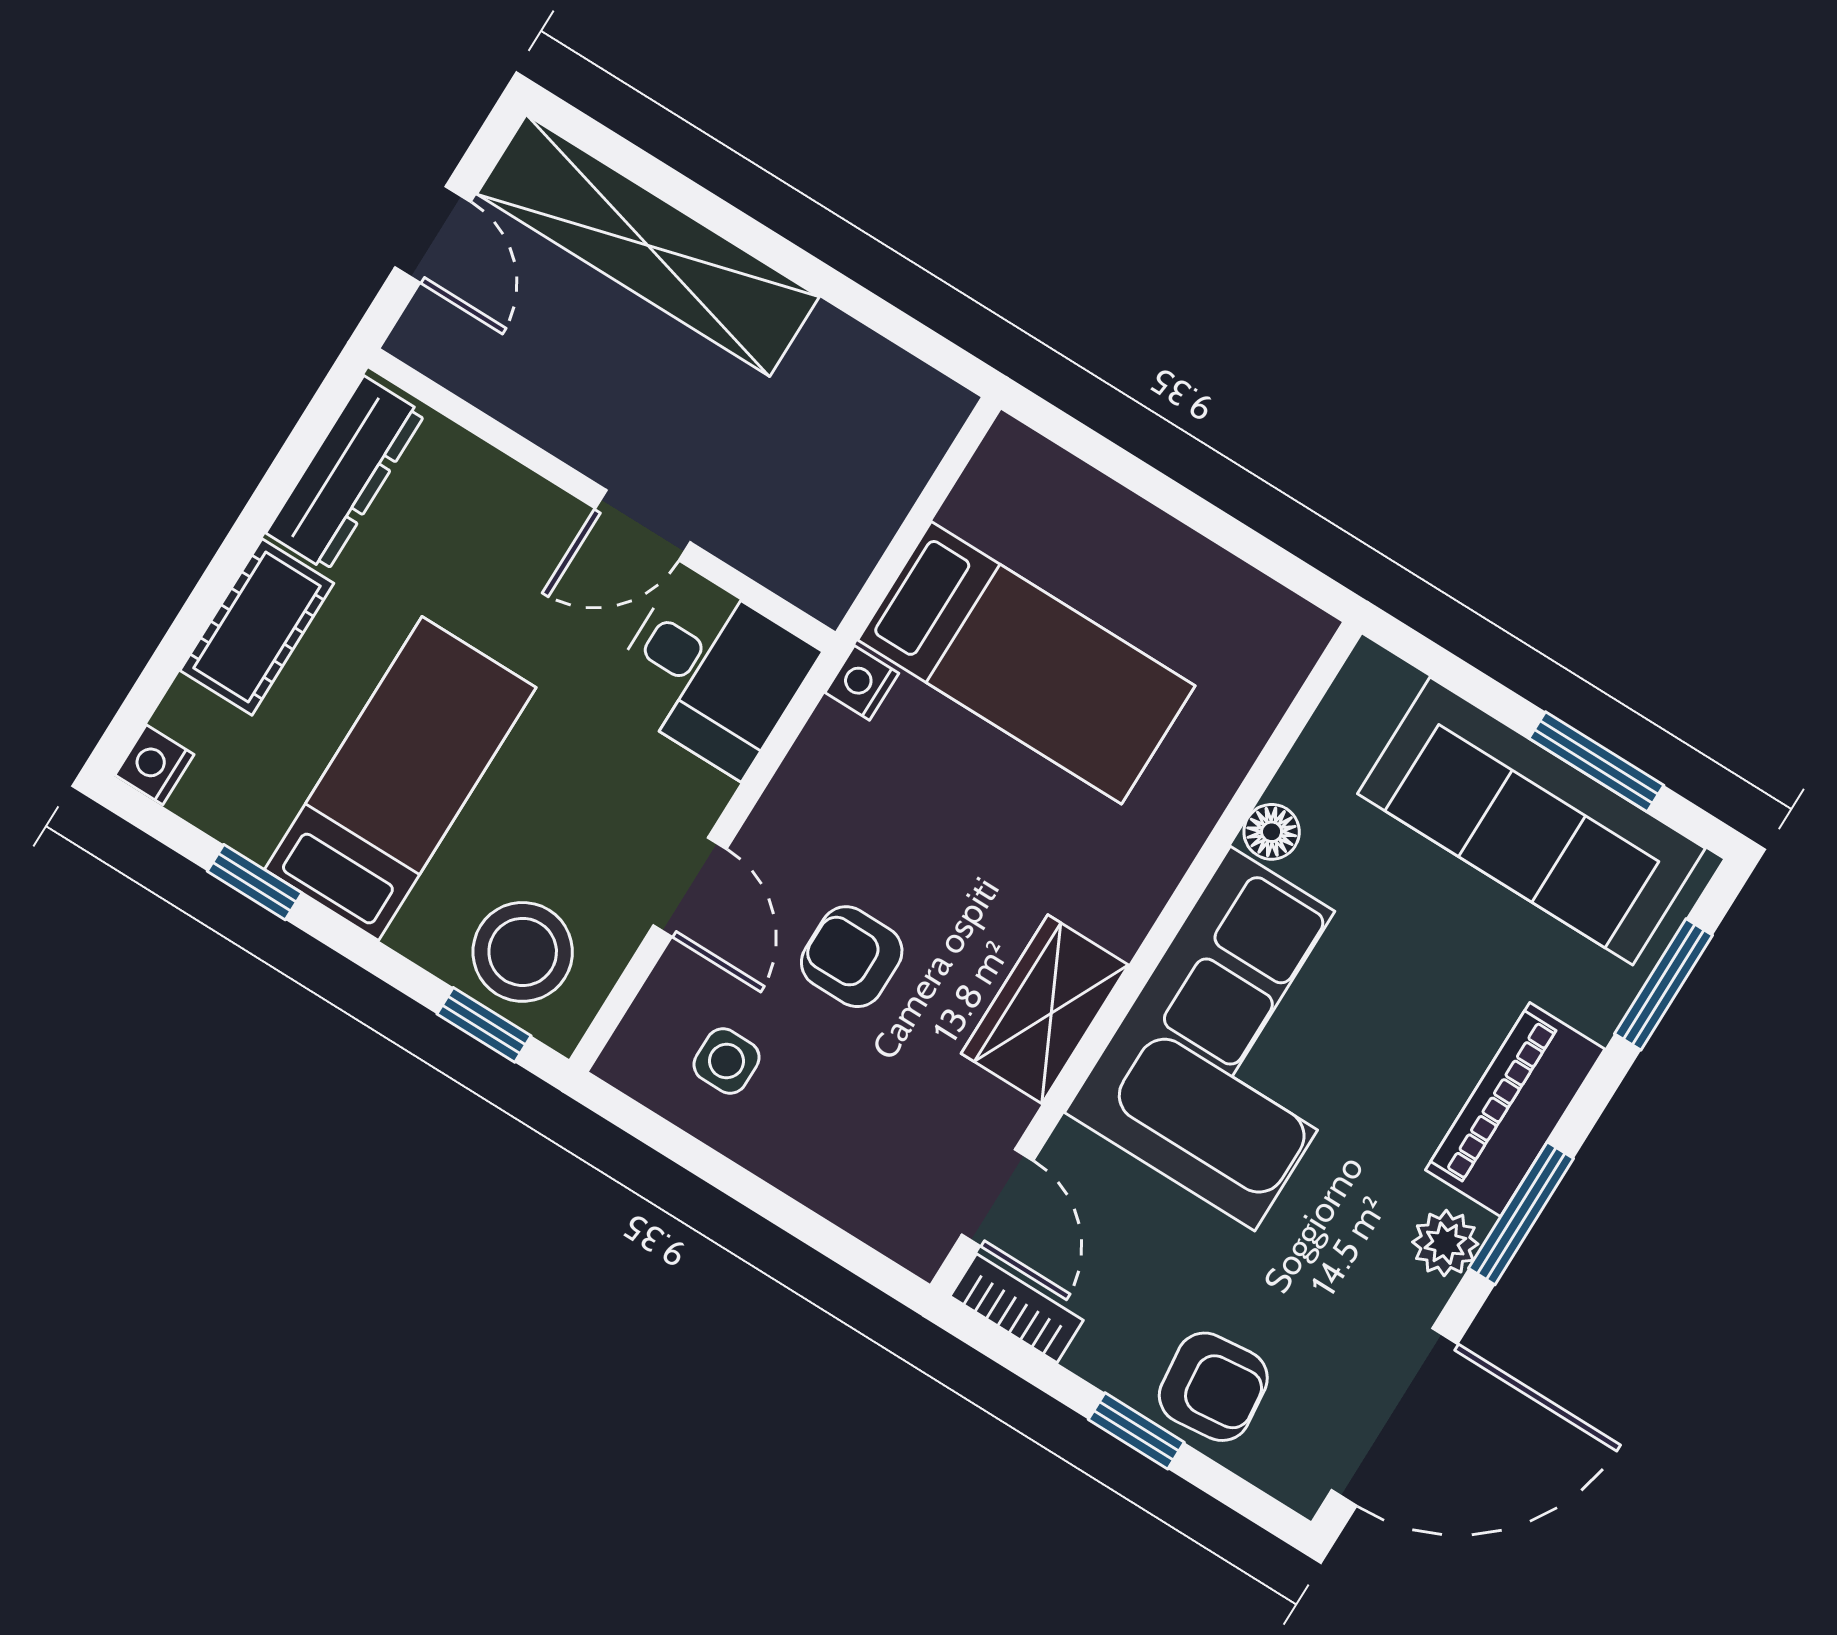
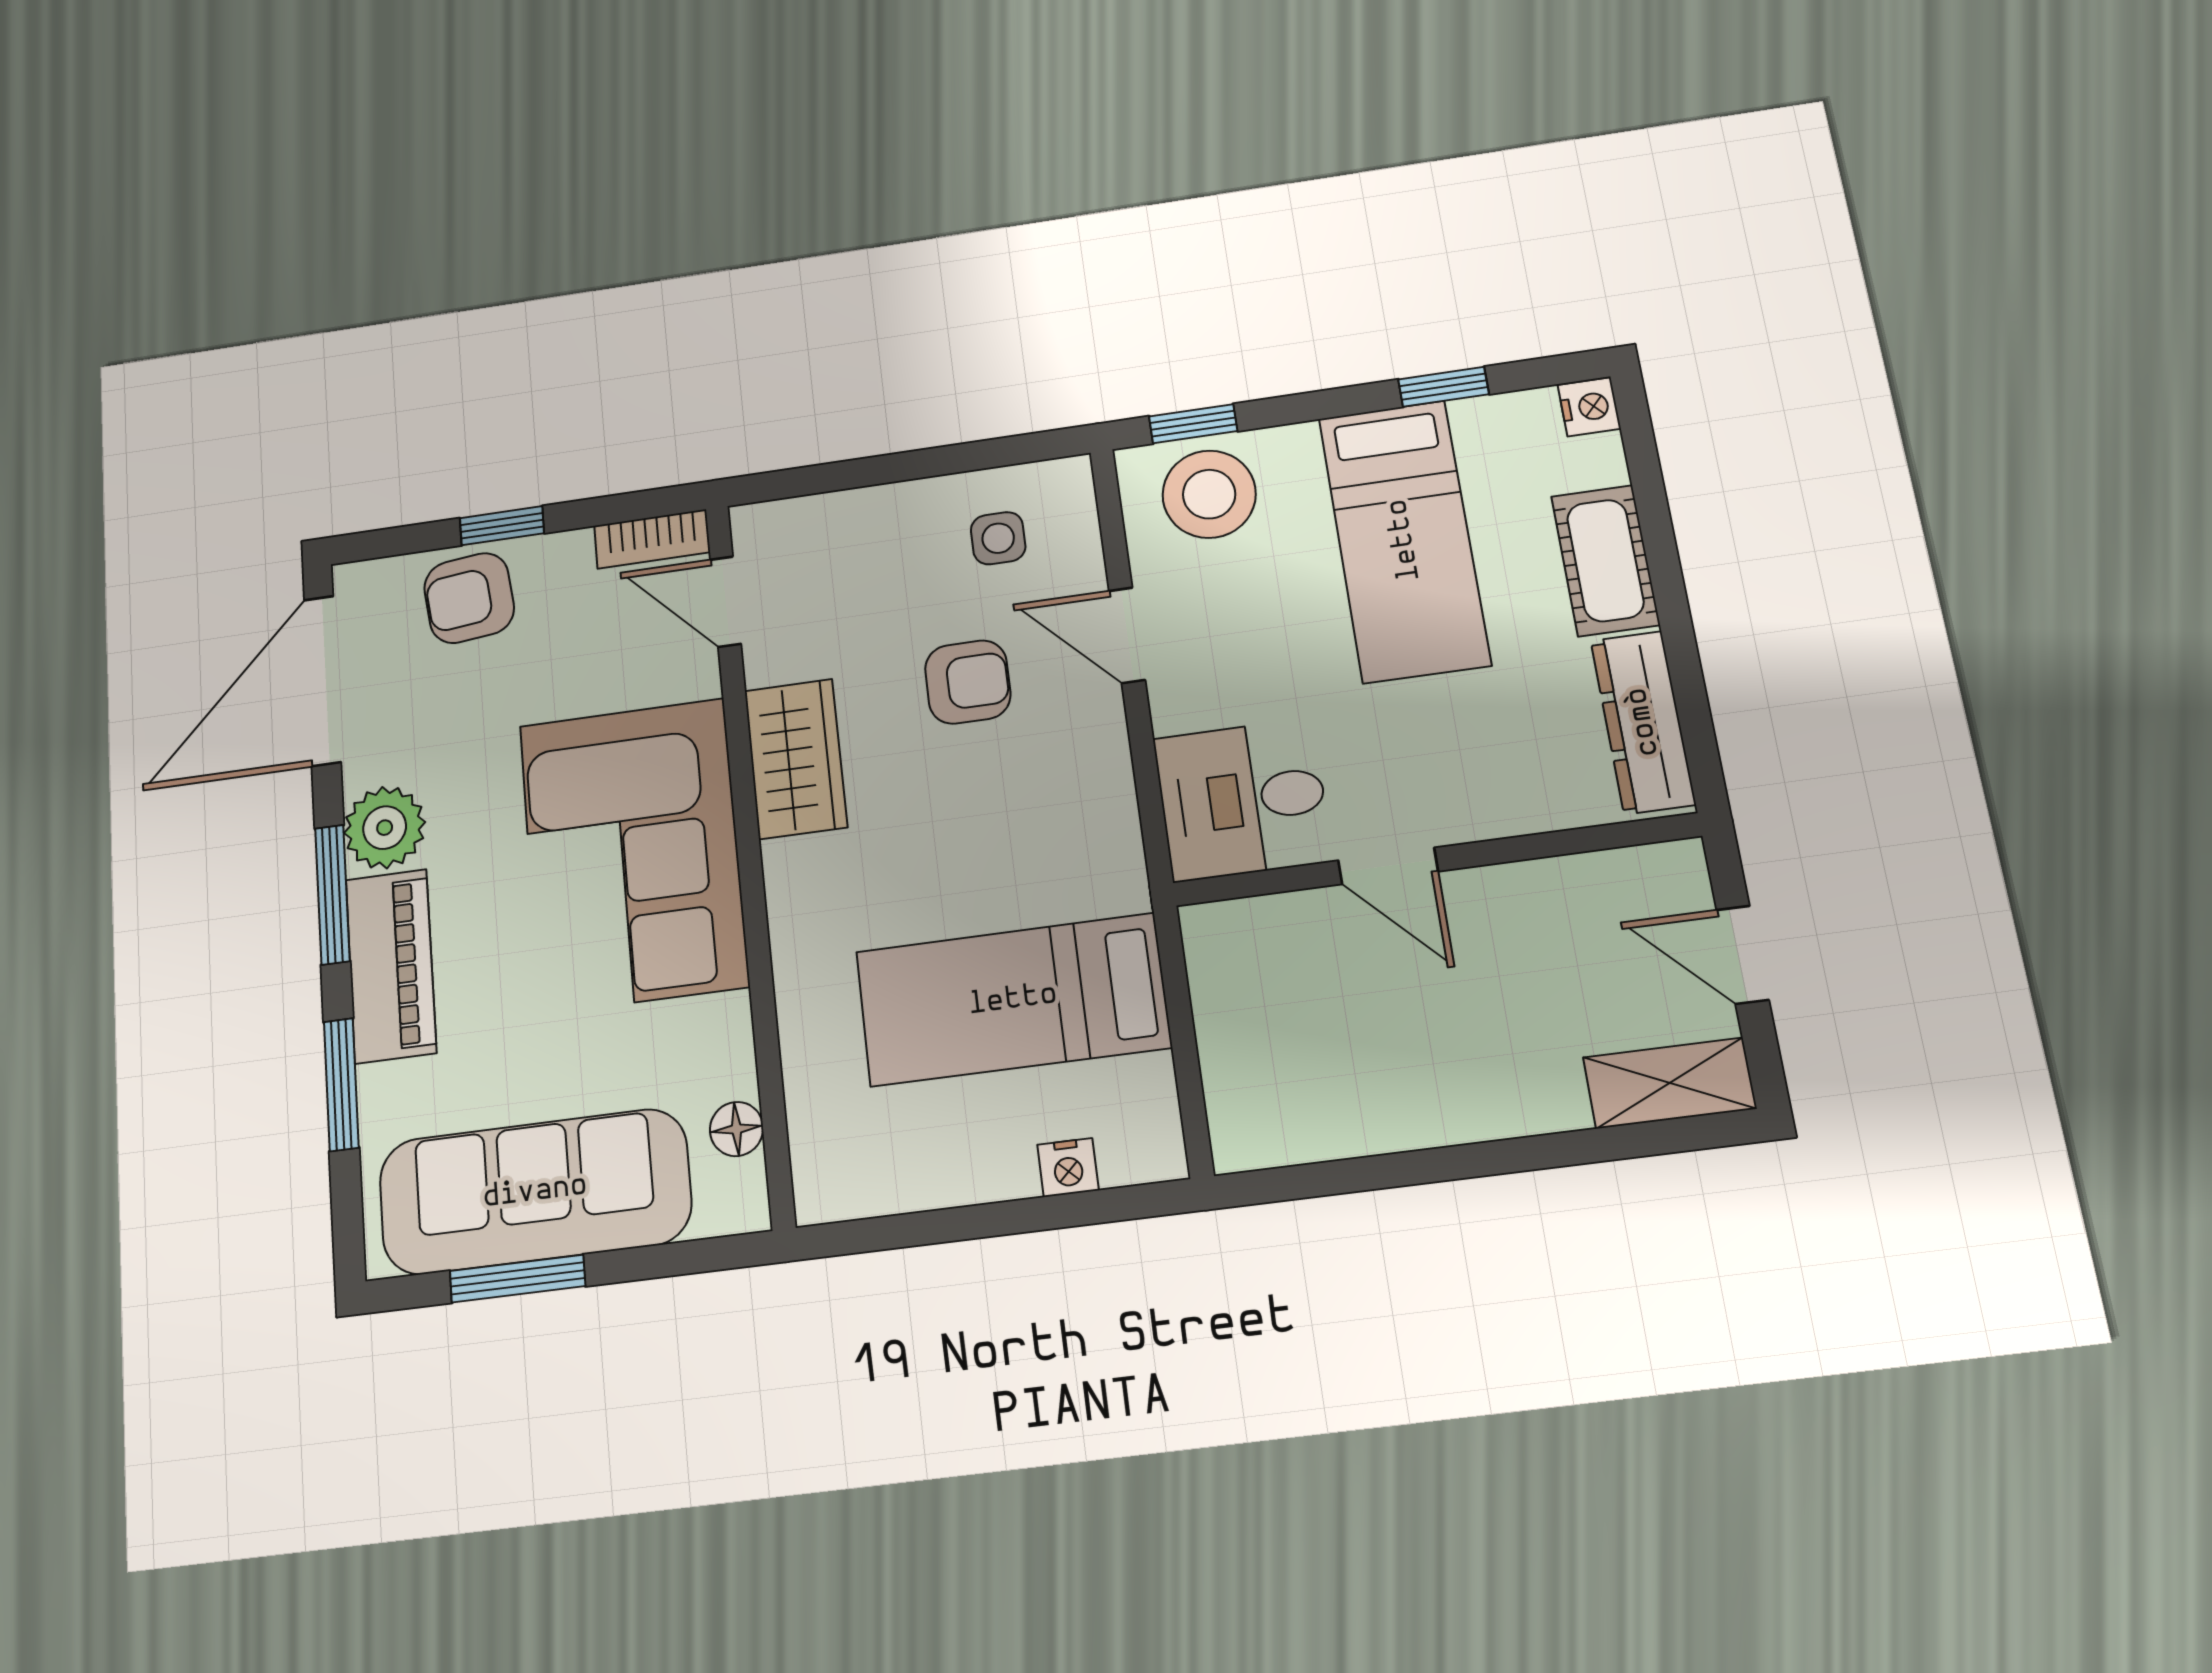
shelving: (648, 245) -> (1669, 1083), width x0.45, depth x0.75
door: (643, 525) -> (1388, 866), swing flipped
nightstand: (862, 683) -> (1068, 1167), moved, turned 90
floor lamp: (1272, 832) -> (737, 1129), moved
window: (1664, 984) -> (341, 1084), moved
plant: (1445, 1243) -> (385, 828), width x1.38, depth x1.38

